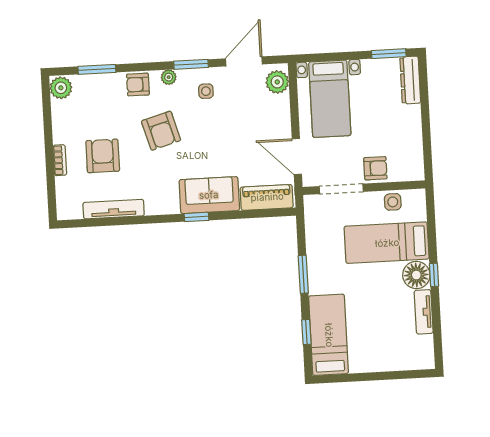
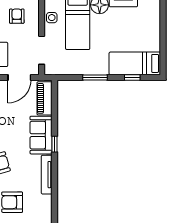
armchair: (375, 168) -> (17, 16), moved
tv unit: (114, 209) -> (47, 175), moved

